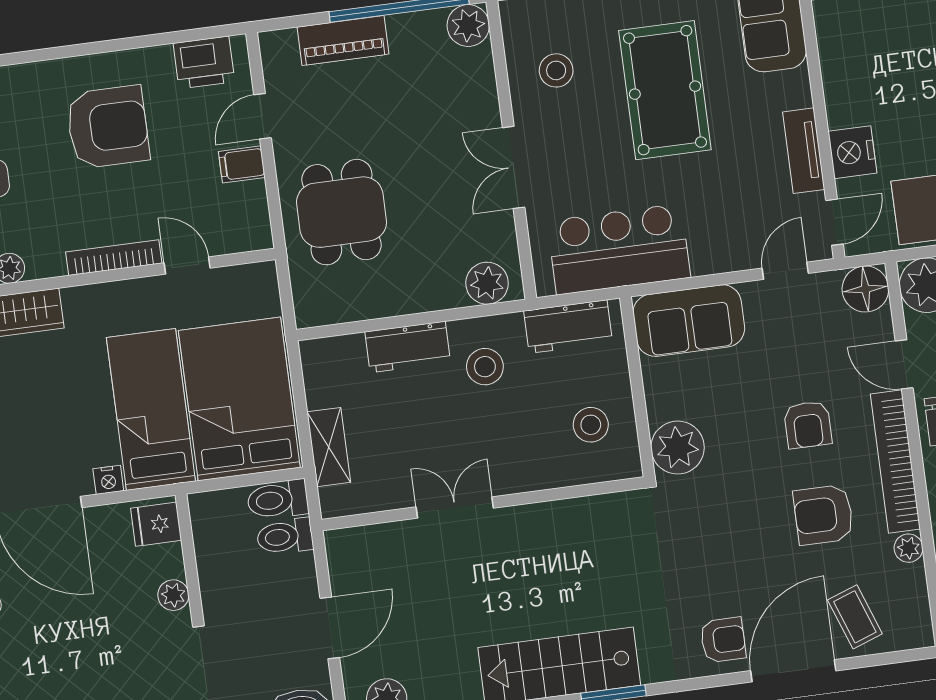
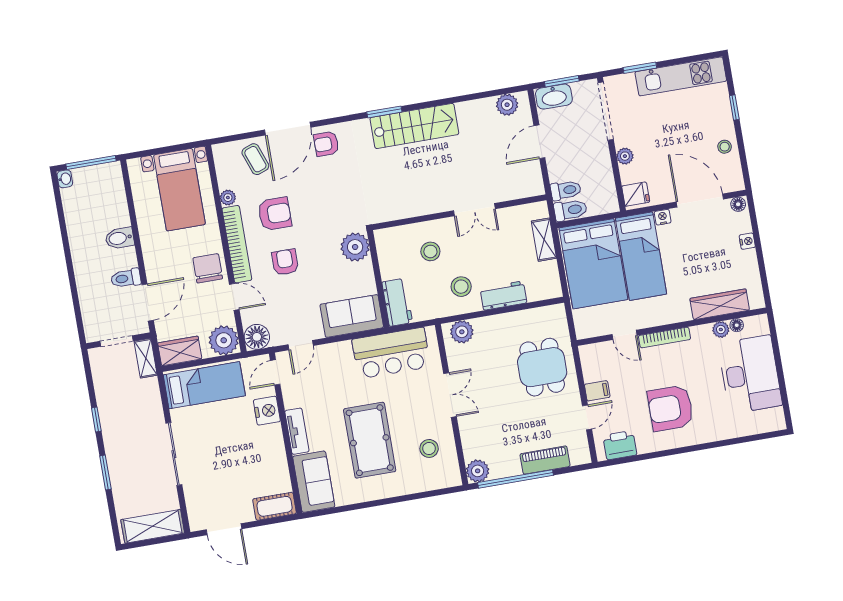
tv unit: (804, 151) -> (297, 431), moved
workbench: (568, 327) -> (397, 302), moved, turned 90
stool: (591, 425) -> (430, 251), moved

